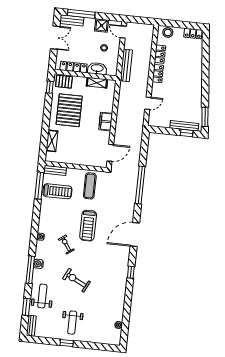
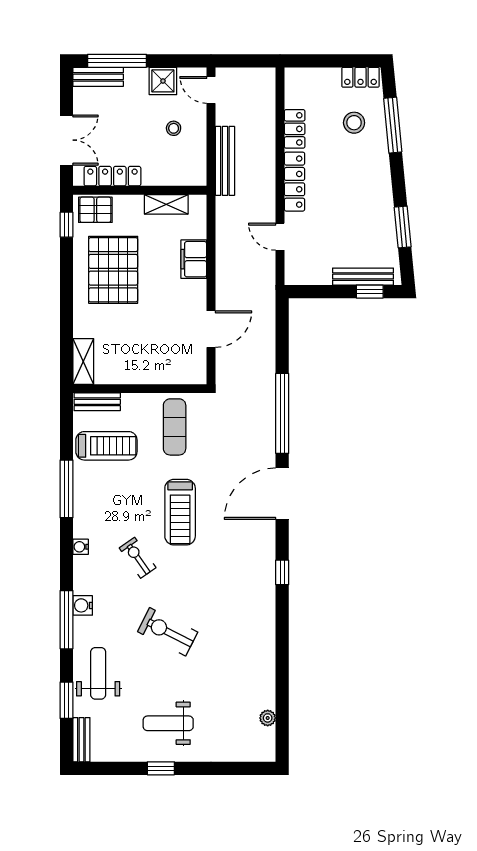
stool: (168, 32) -> (354, 123), moved
double door: (55, 38) -> (66, 140), moved
window: (206, 57) -> (393, 125), added
washbasin: (97, 68) -> (164, 174), removed
locker: (158, 74) -> (295, 182), width x1.53
door: (148, 103) -> (280, 237), swing flipped
window: (205, 117) -> (403, 227), moved
filing cabinet: (106, 122) -> (194, 259), moved
shelving: (52, 141) -> (83, 361), moved
door: (110, 153) -> (211, 329), moved
window: (39, 186) -> (66, 489), moved
door: (135, 235) -> (282, 494), moved
window: (131, 272) -> (282, 572), moved
weight bench: (72, 323) -> (168, 723), turned 90

